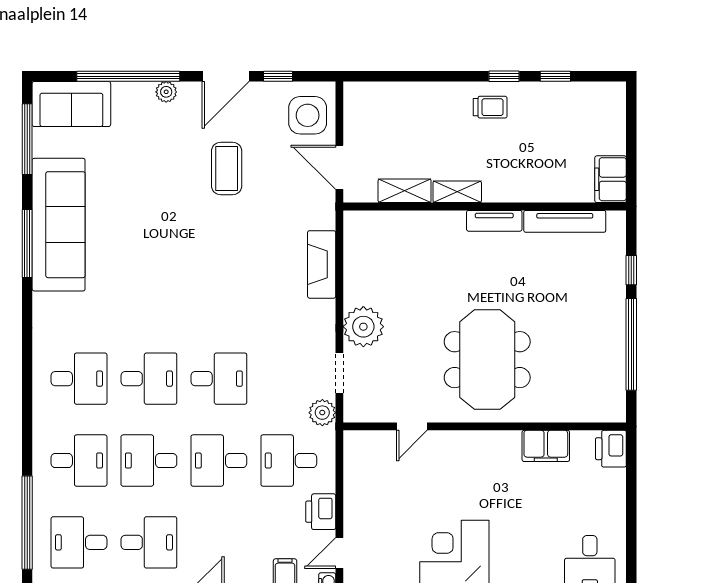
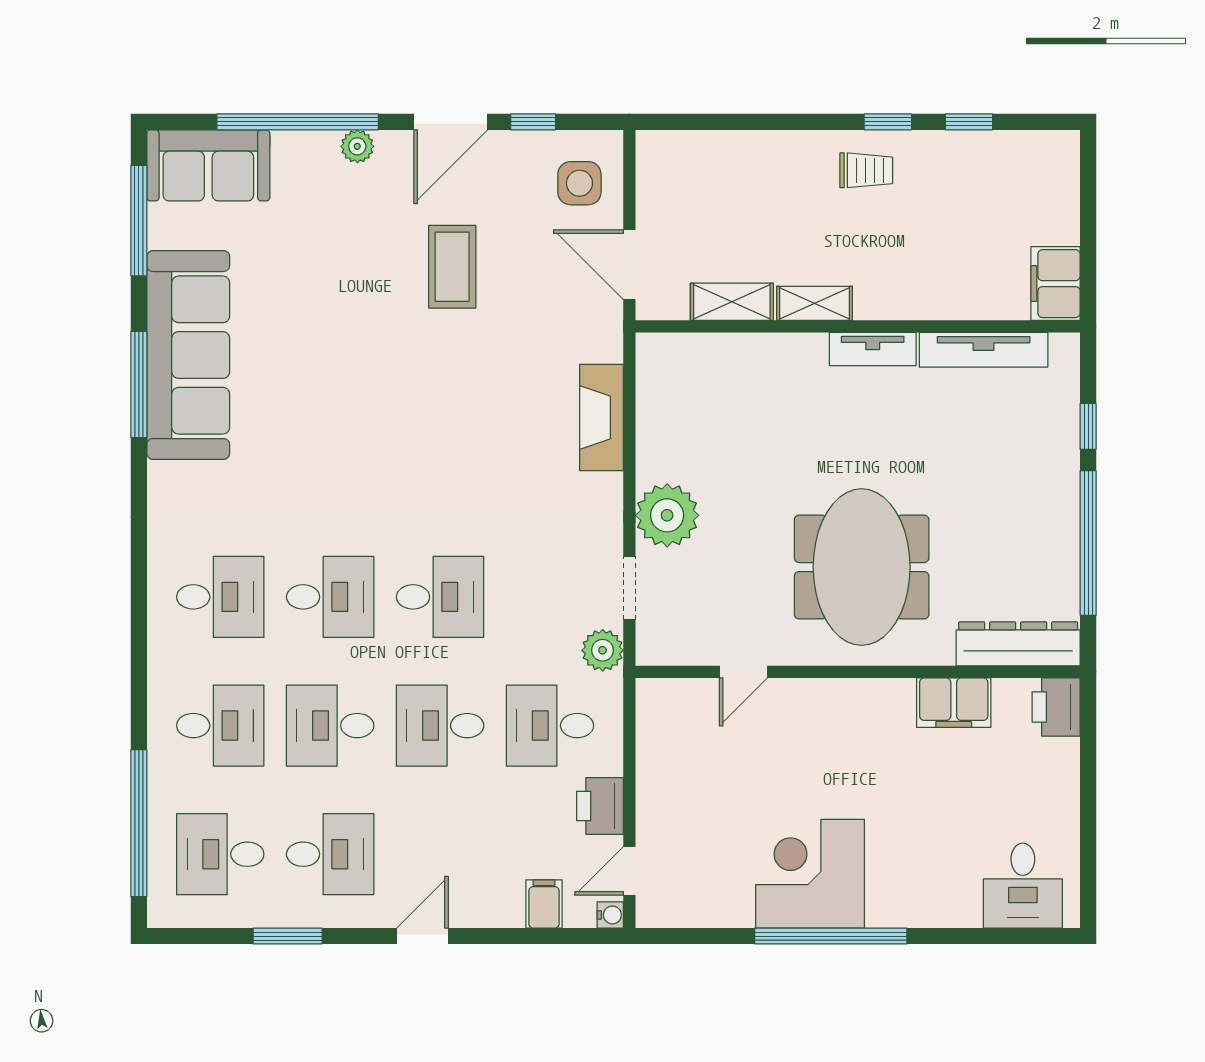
side table: (308, 115) -> (579, 183), width x0.73, depth x0.73
dresser: (587, 409) -> (1018, 644), added

